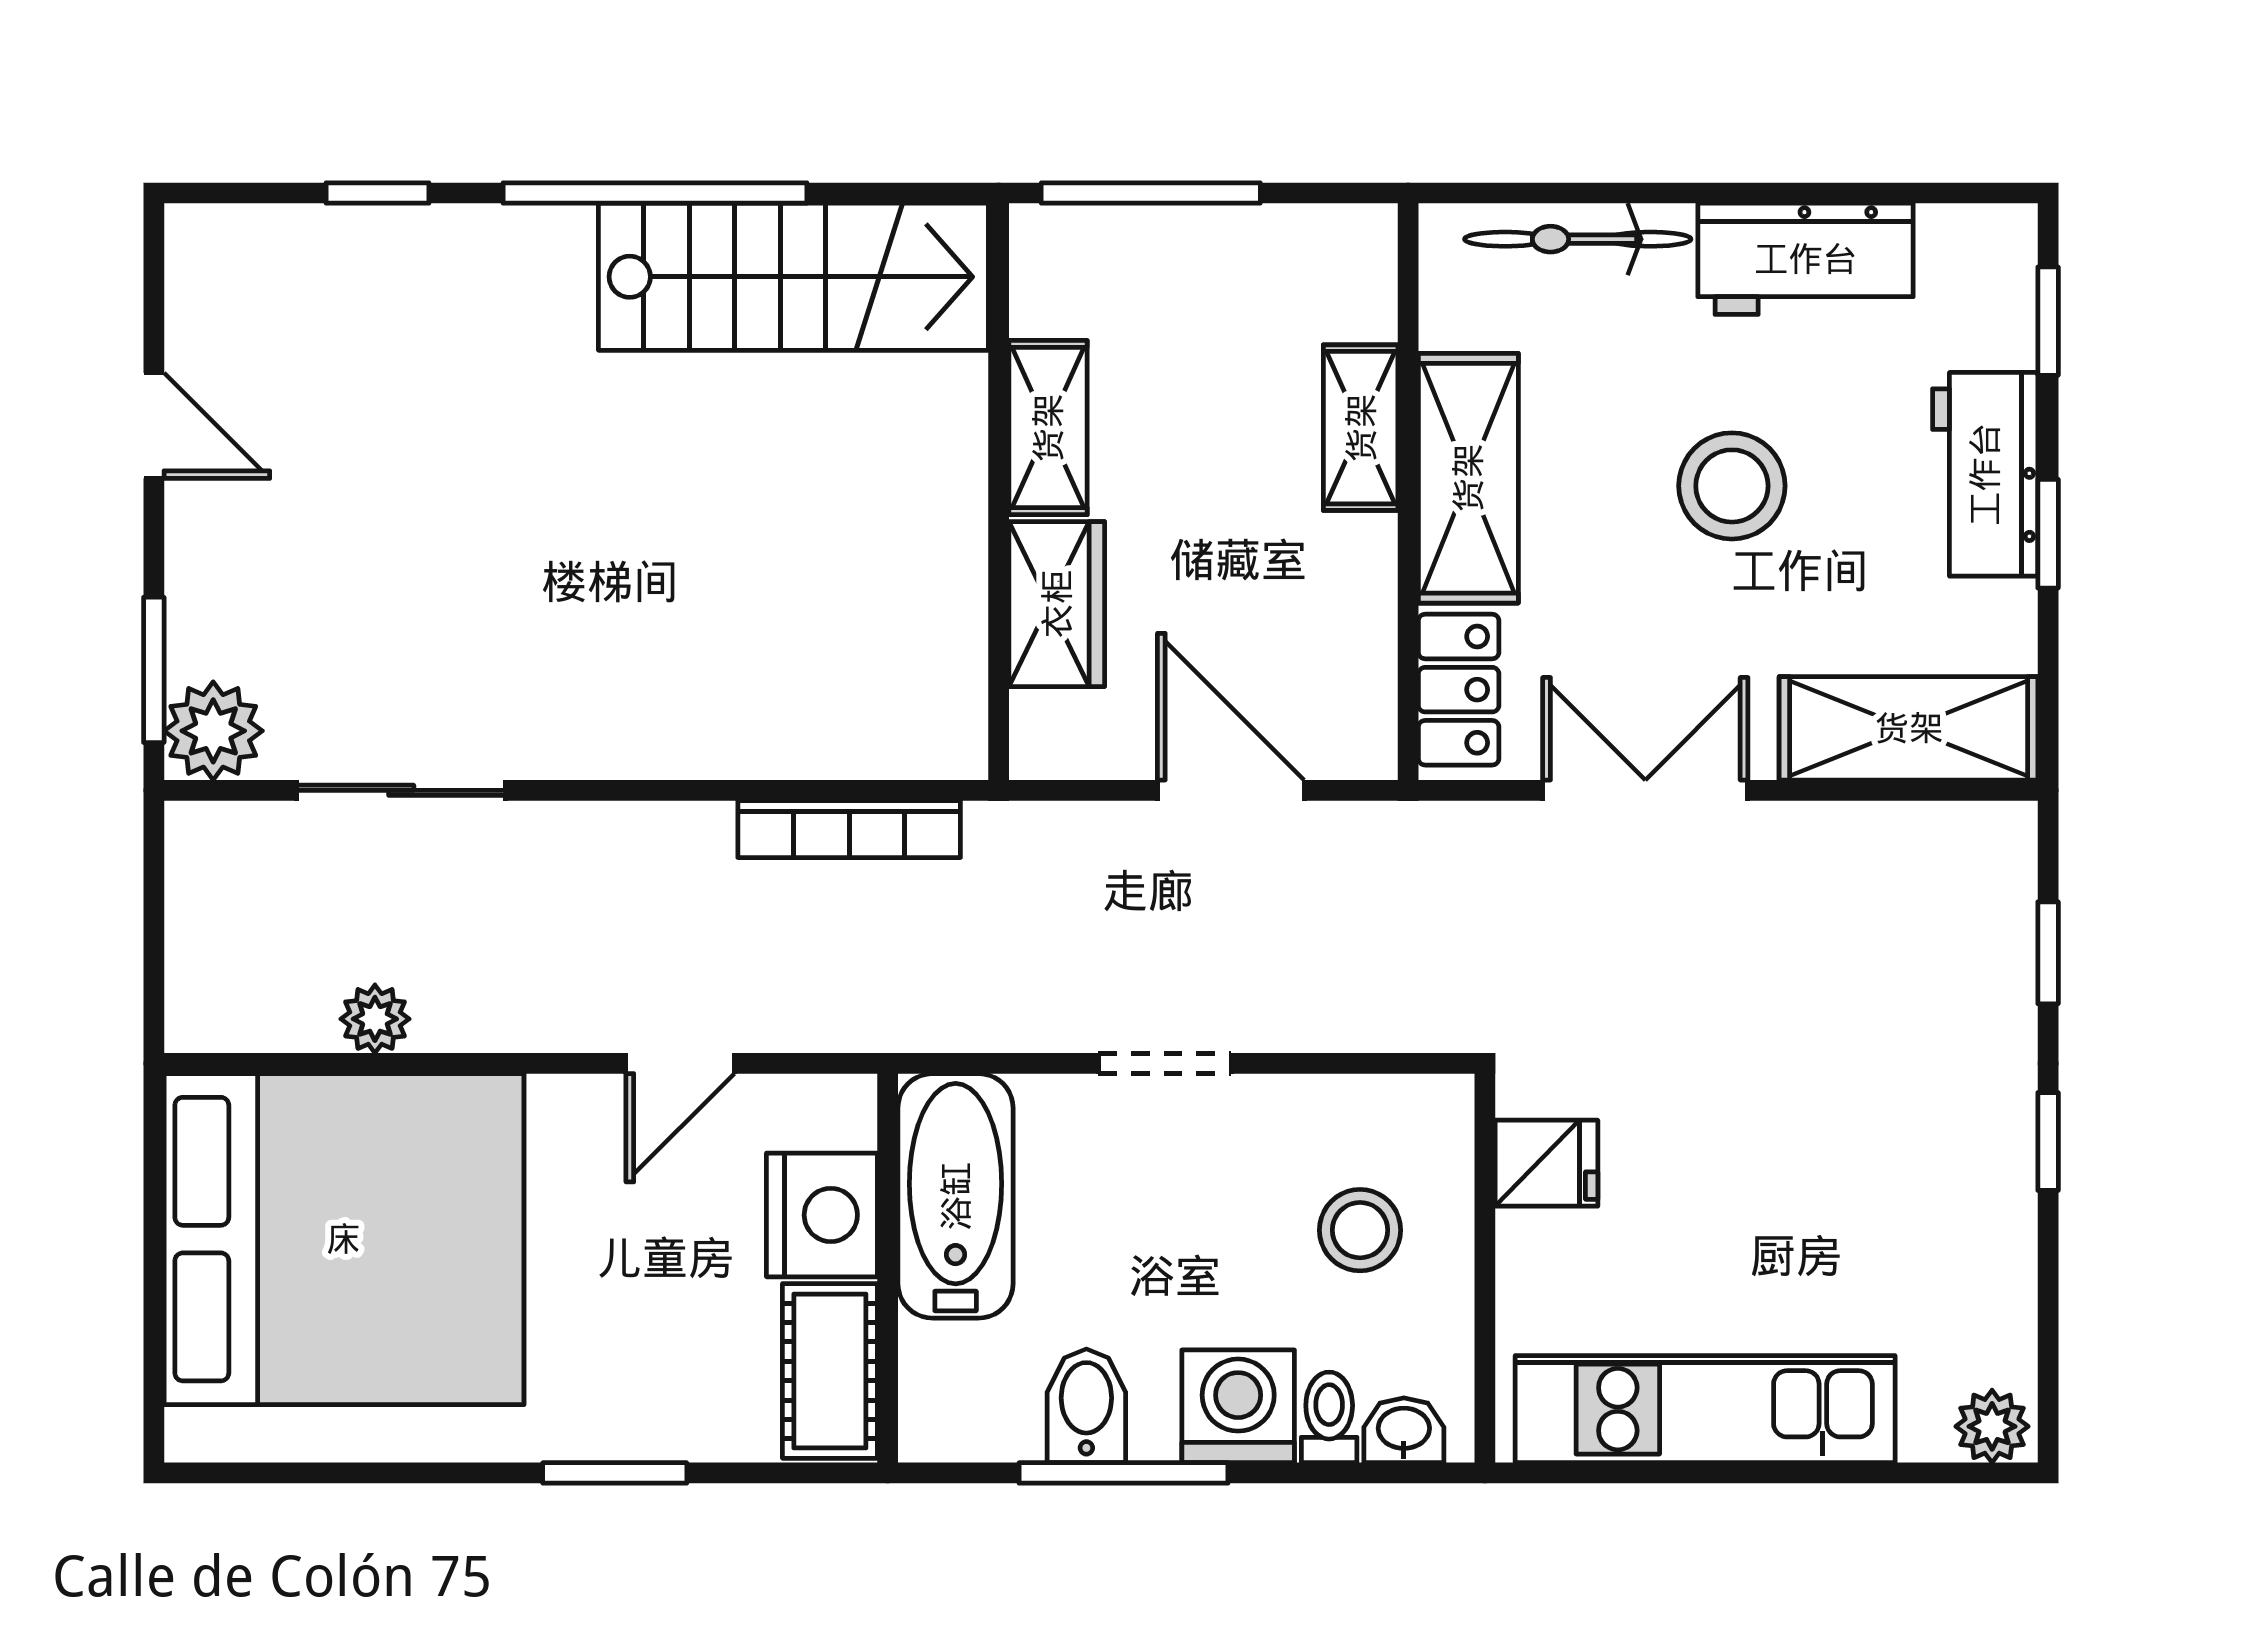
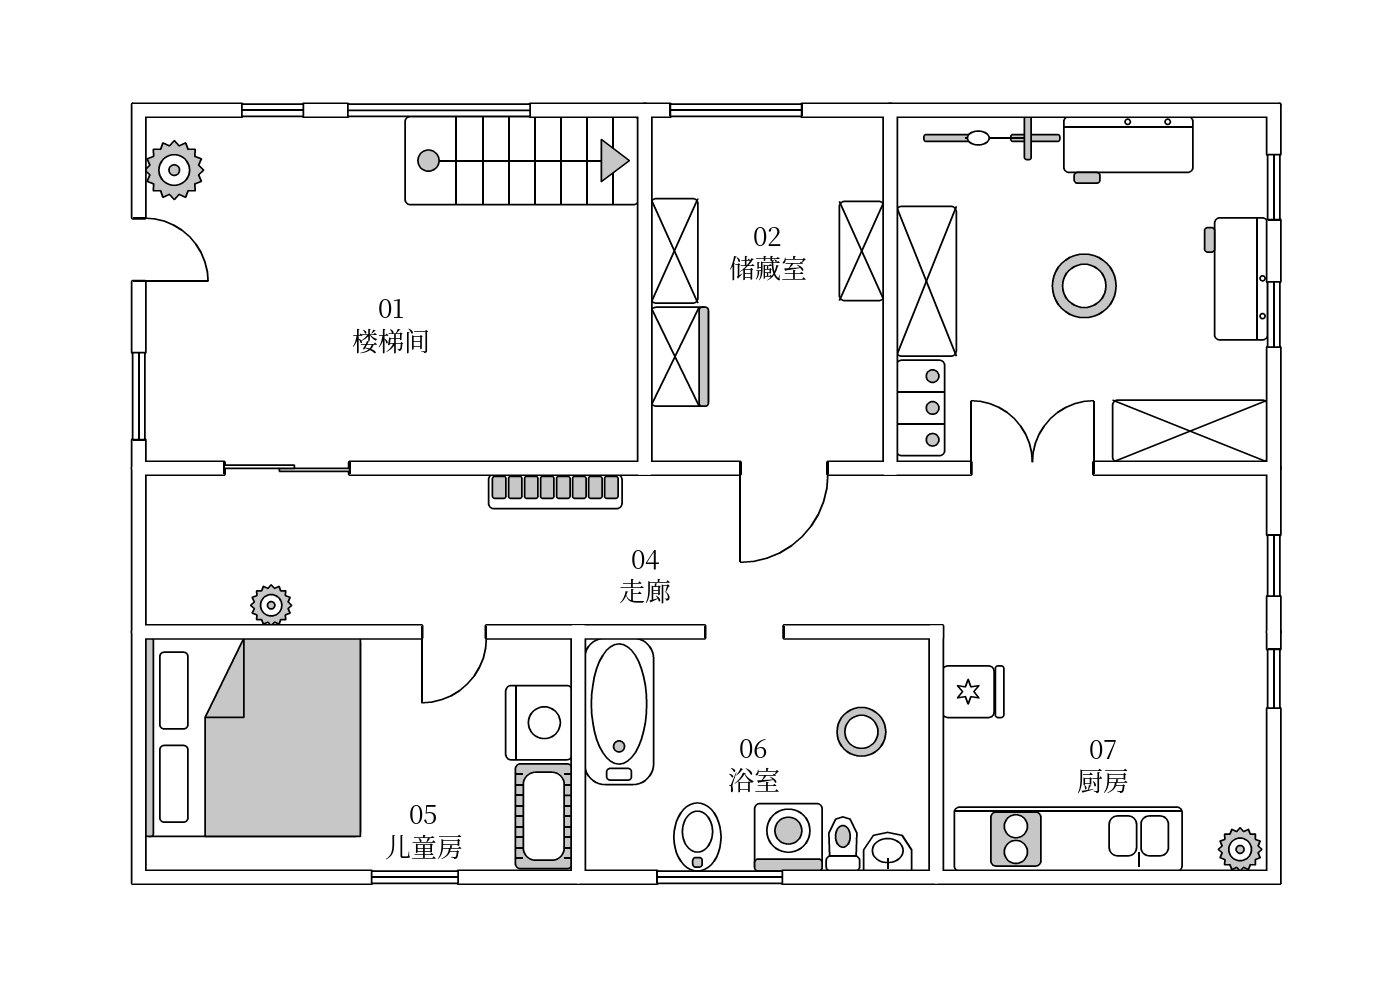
plant: (213, 731) -> (174, 170), moved
door: (1231, 790) -> (784, 468), swing flipped

